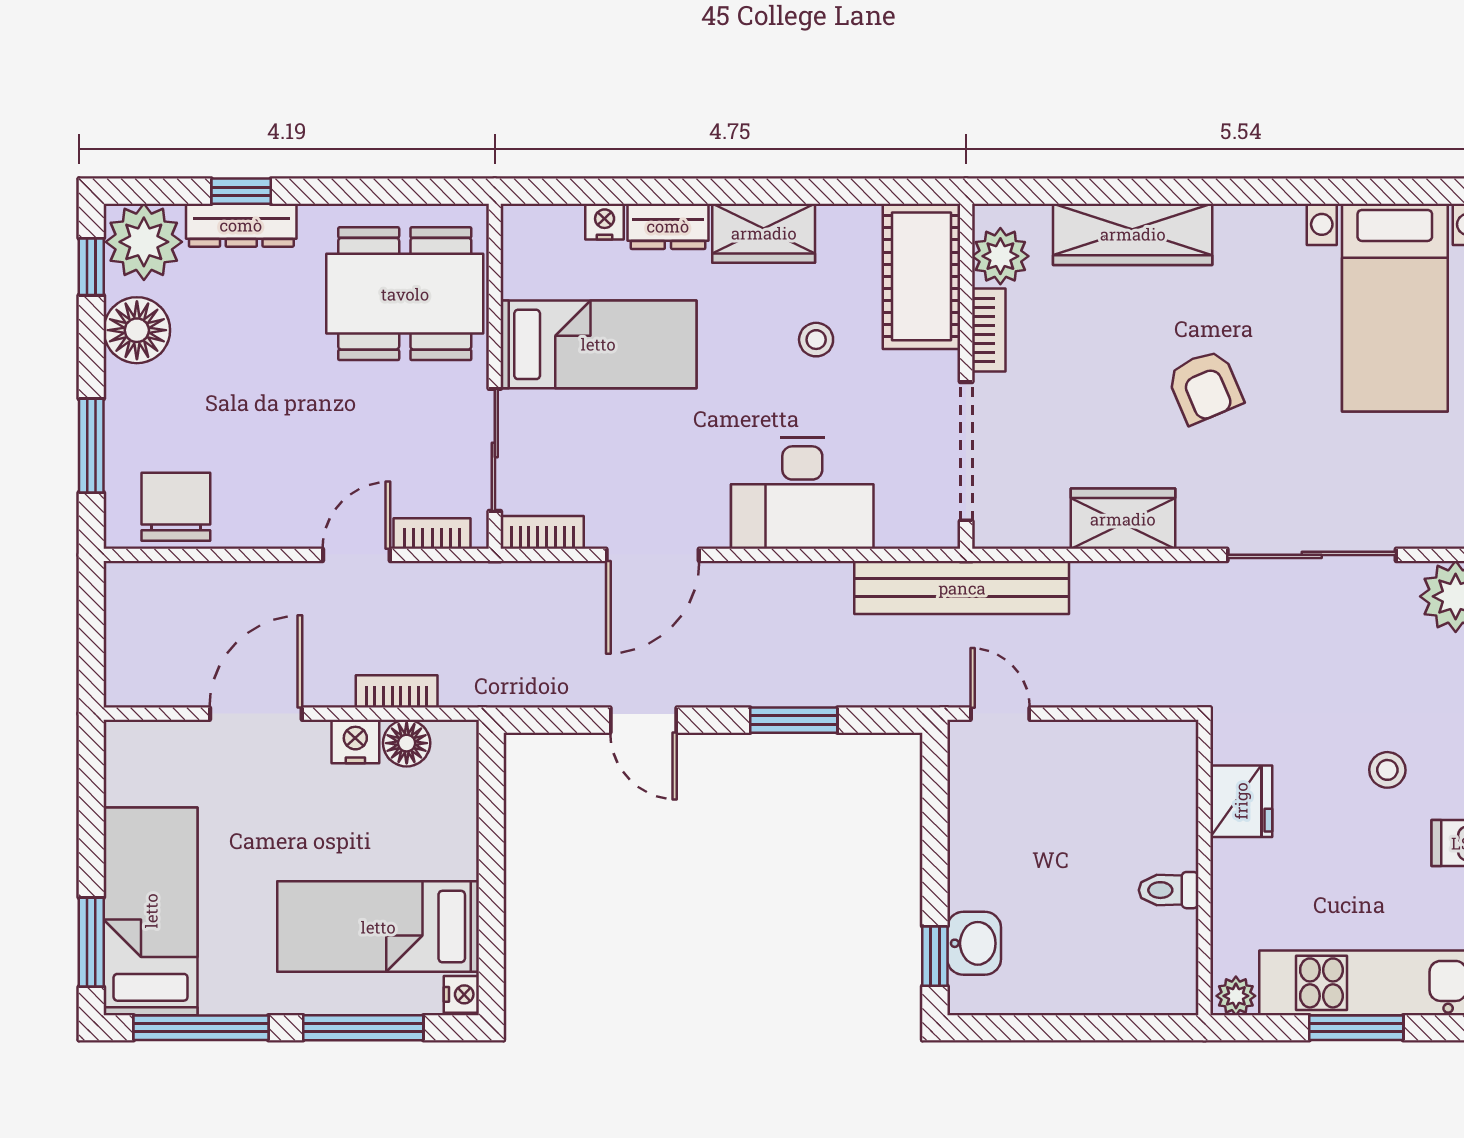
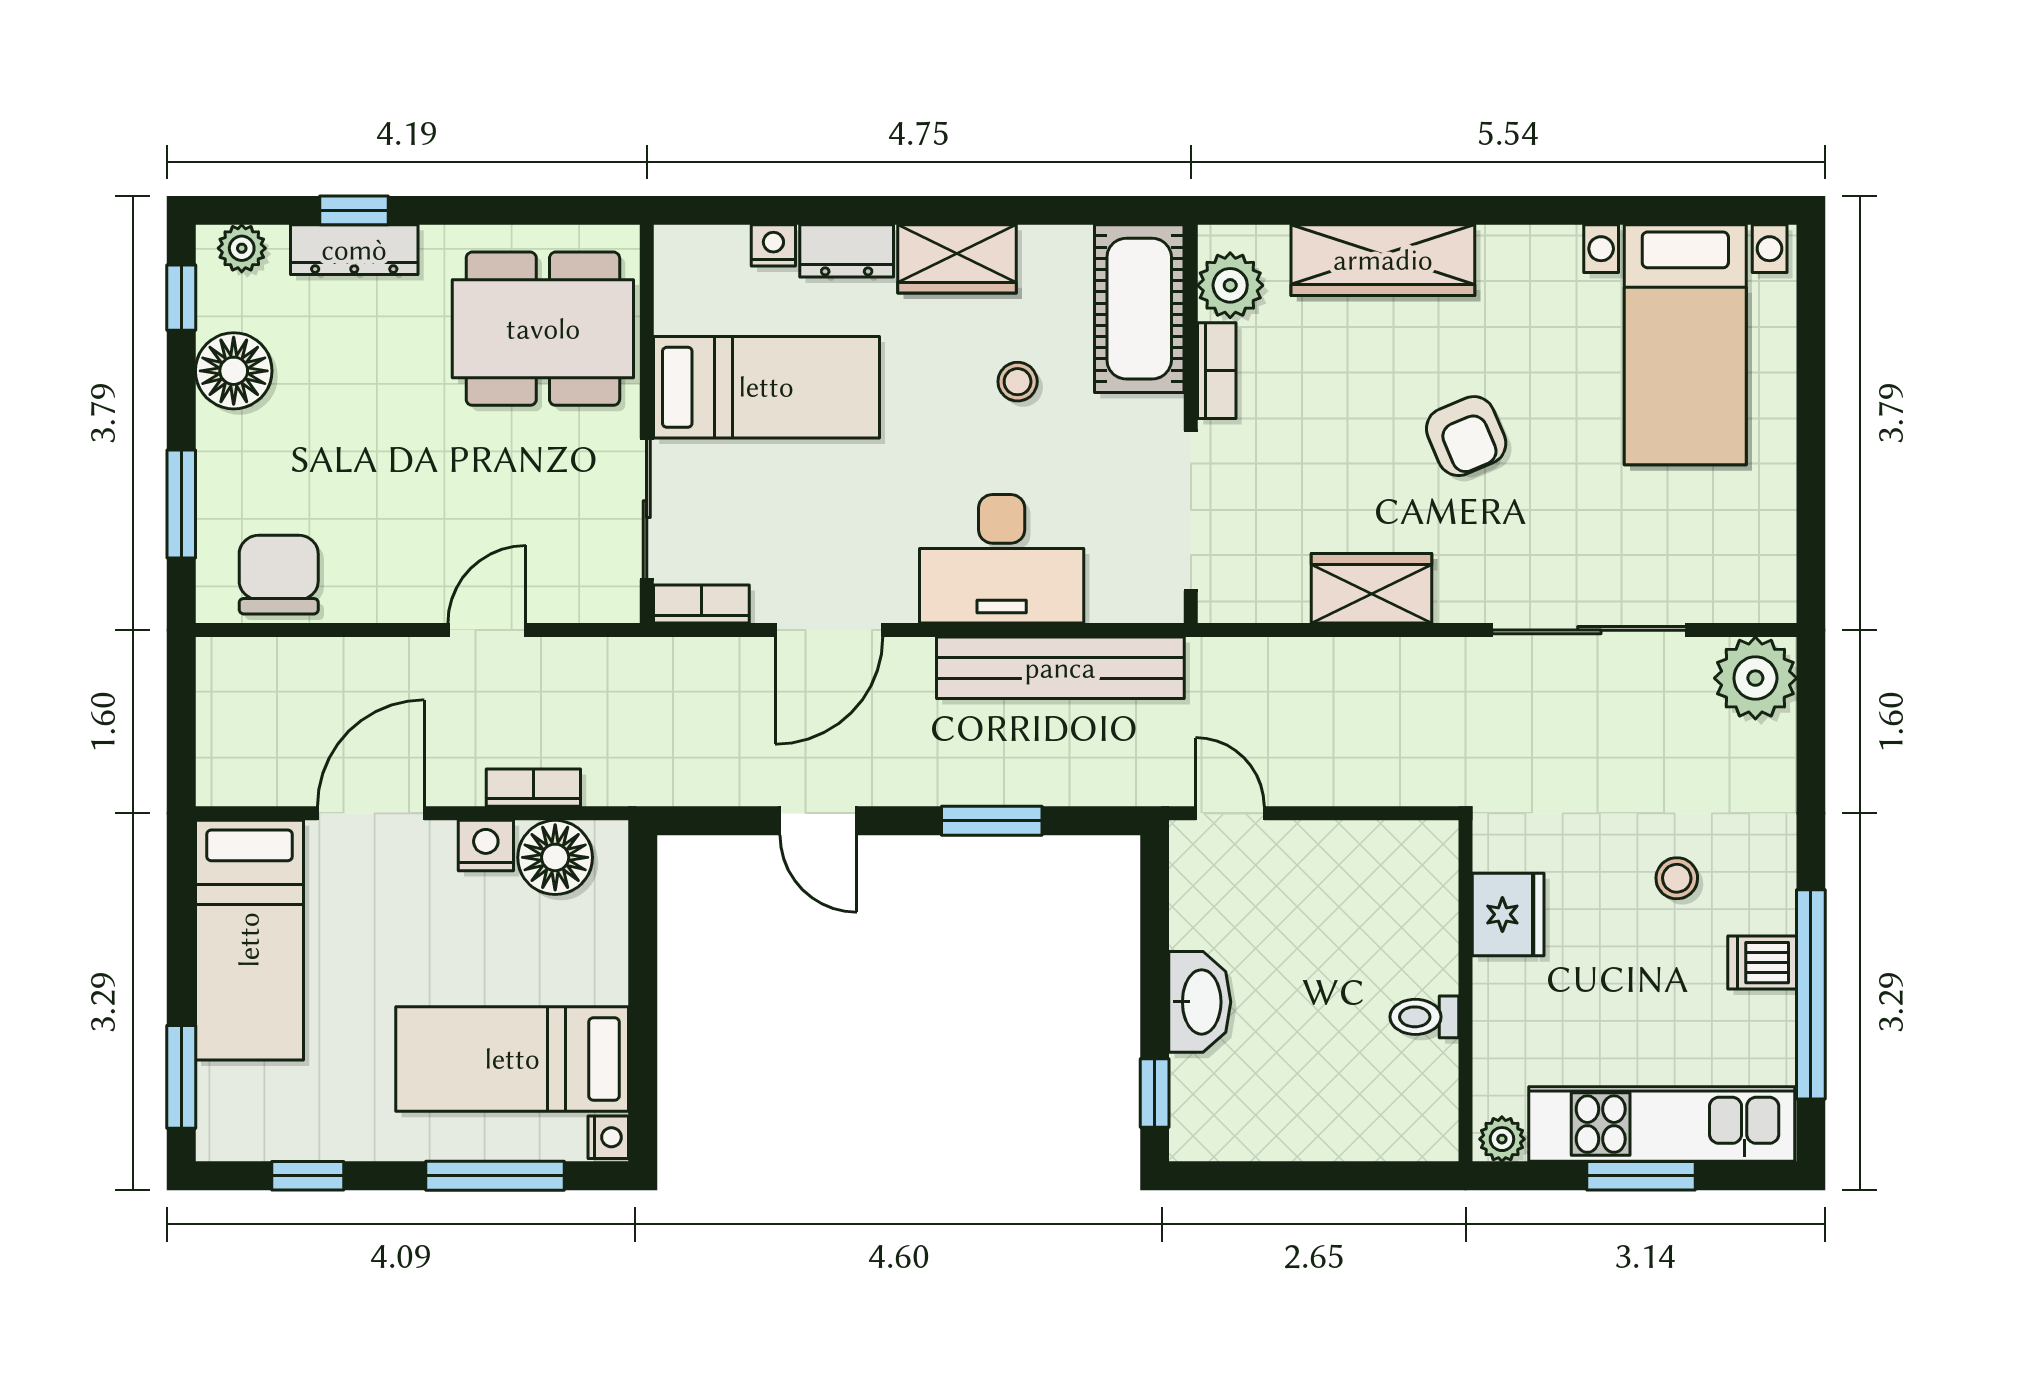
plant: (144, 242) -> (242, 248), width x0.53, depth x0.53
bookcase: (432, 534) -> (574, 605), removed
bench: (962, 588) -> (1060, 668), moved
floor lamp: (407, 743) -> (555, 857), width x1.38, depth x1.38
bed: (151, 911) -> (249, 940), moved, turned 180
washbasin: (974, 943) -> (1200, 1002), moved, width x1.38
window: (201, 1028) -> (308, 1176), width x0.46

